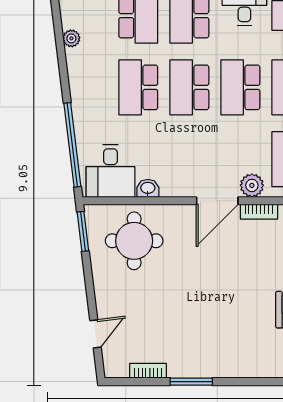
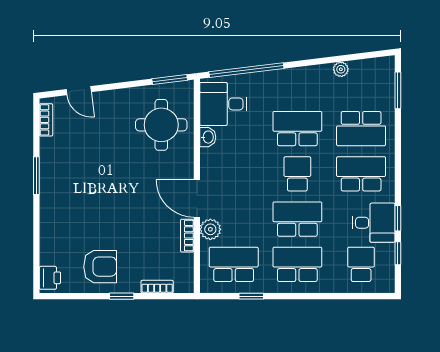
school desk: (189, 87) -> (297, 174), width x0.54
bookcase: (148, 371) -> (46, 120), moved

